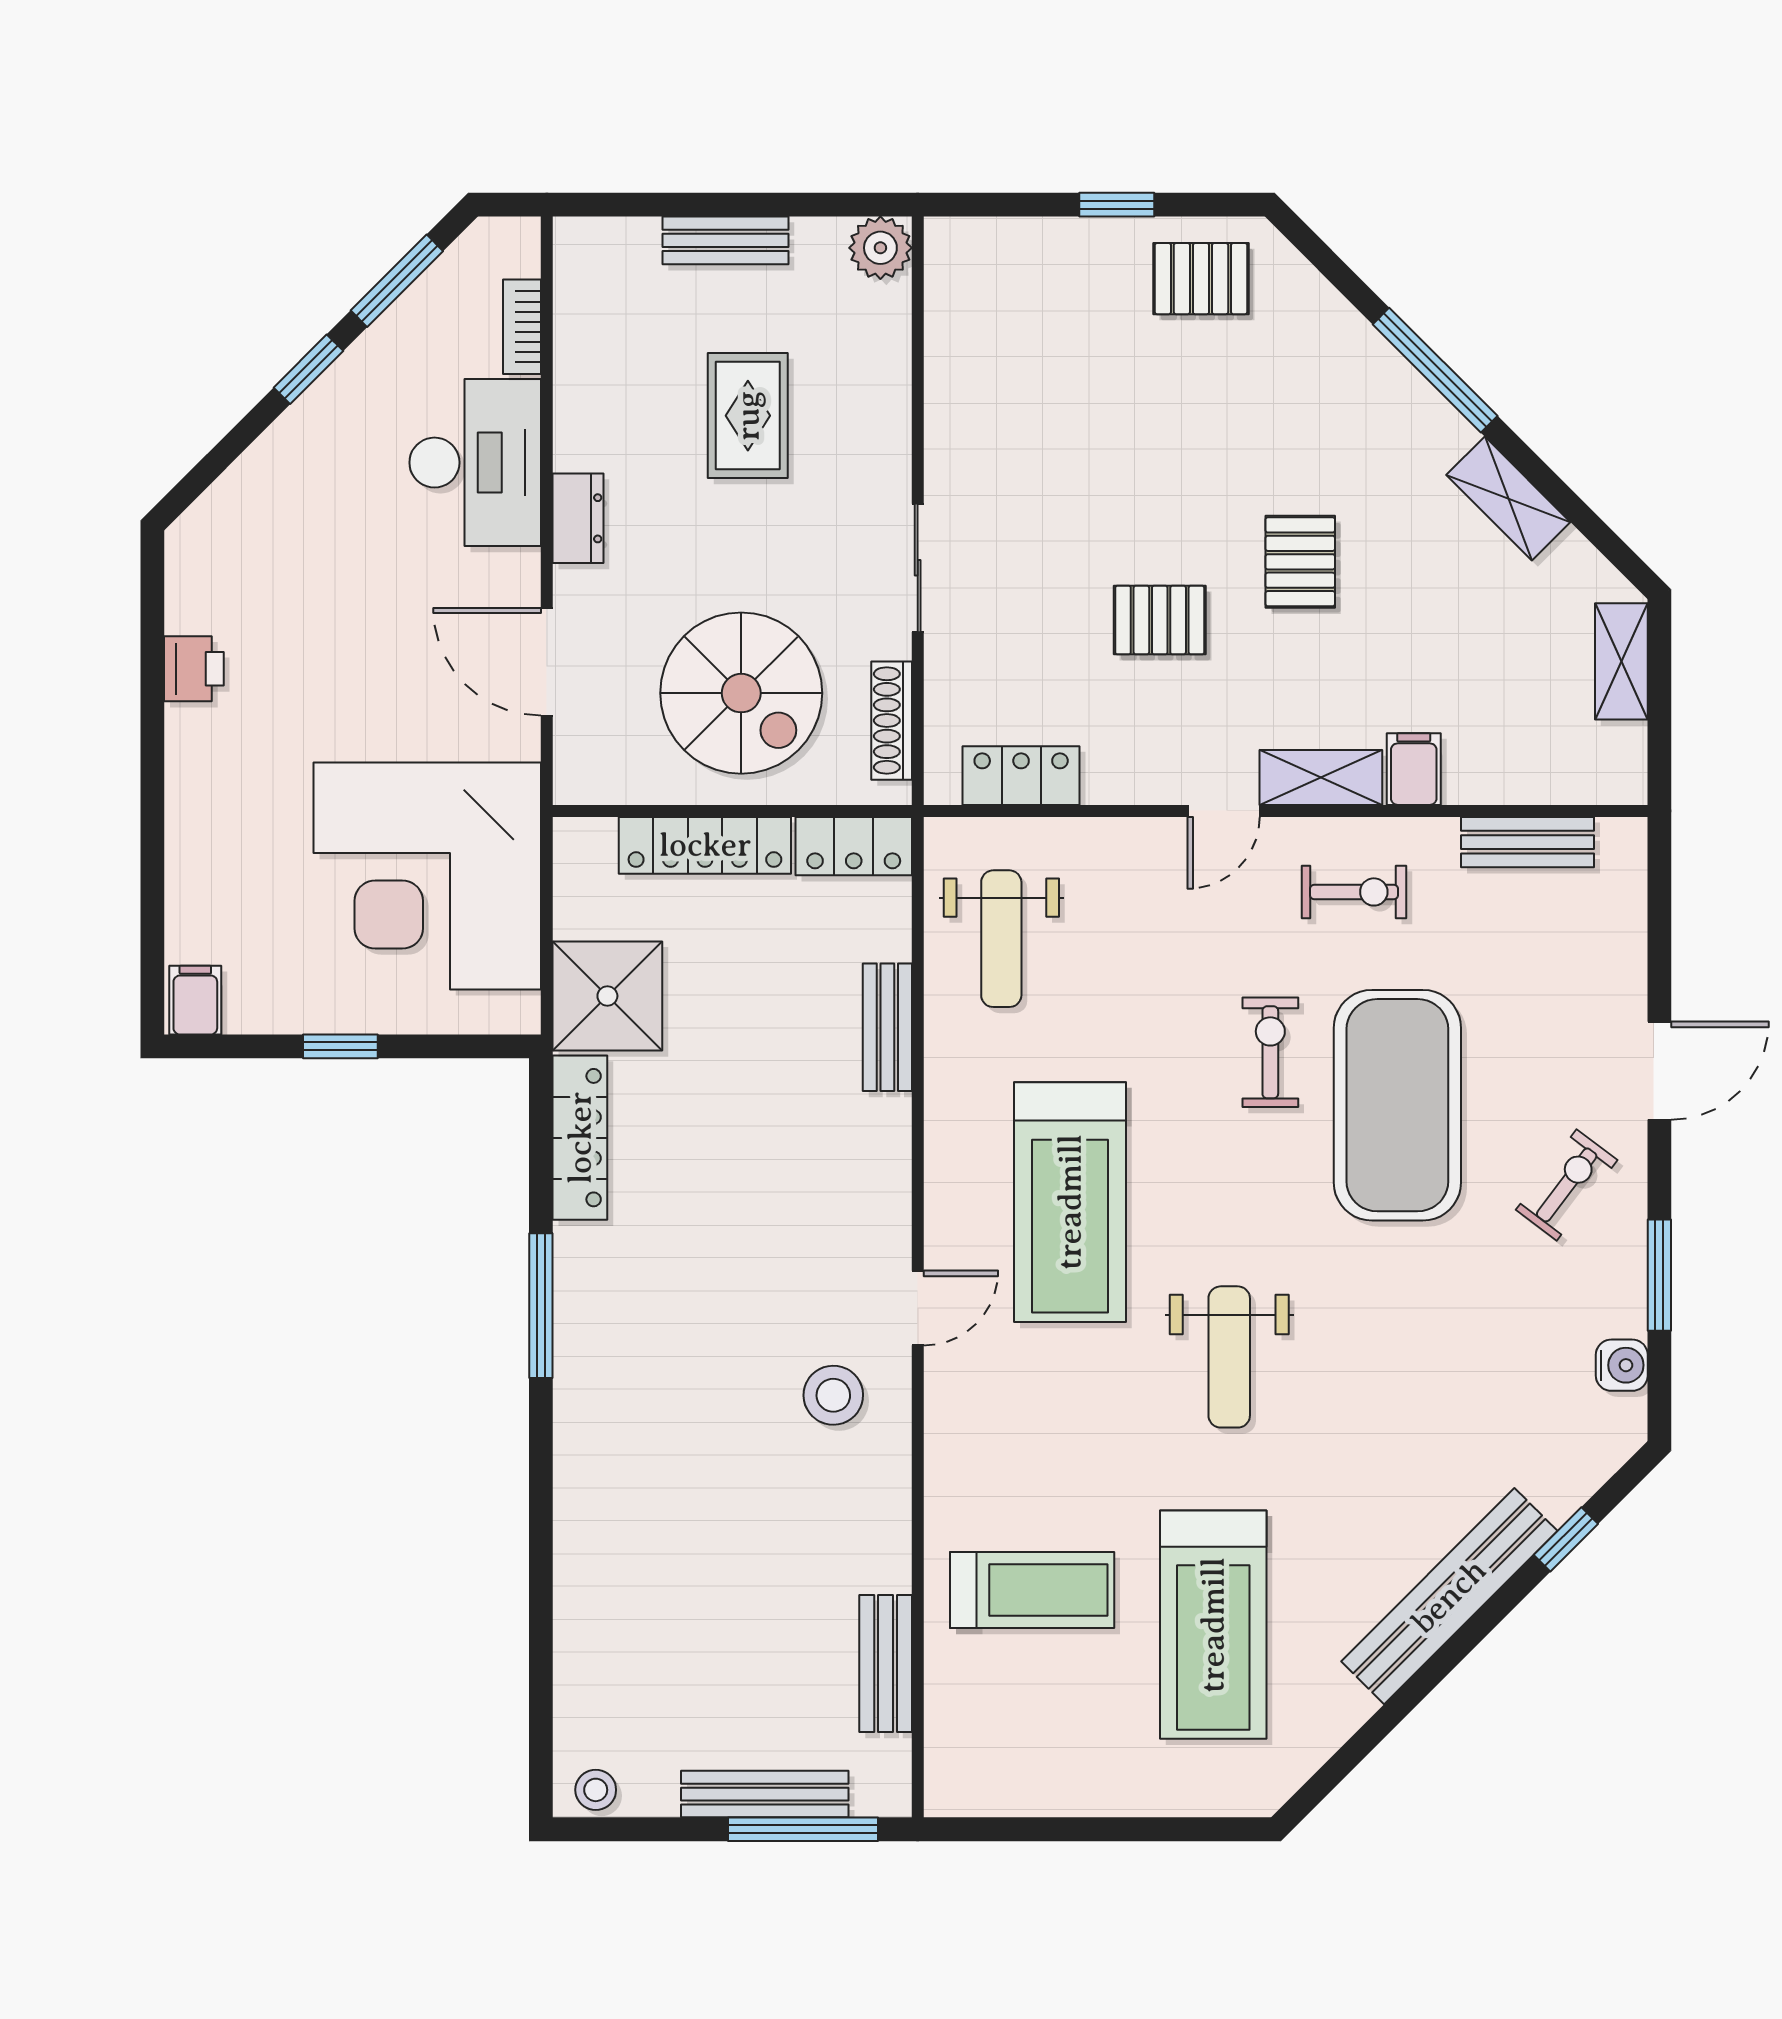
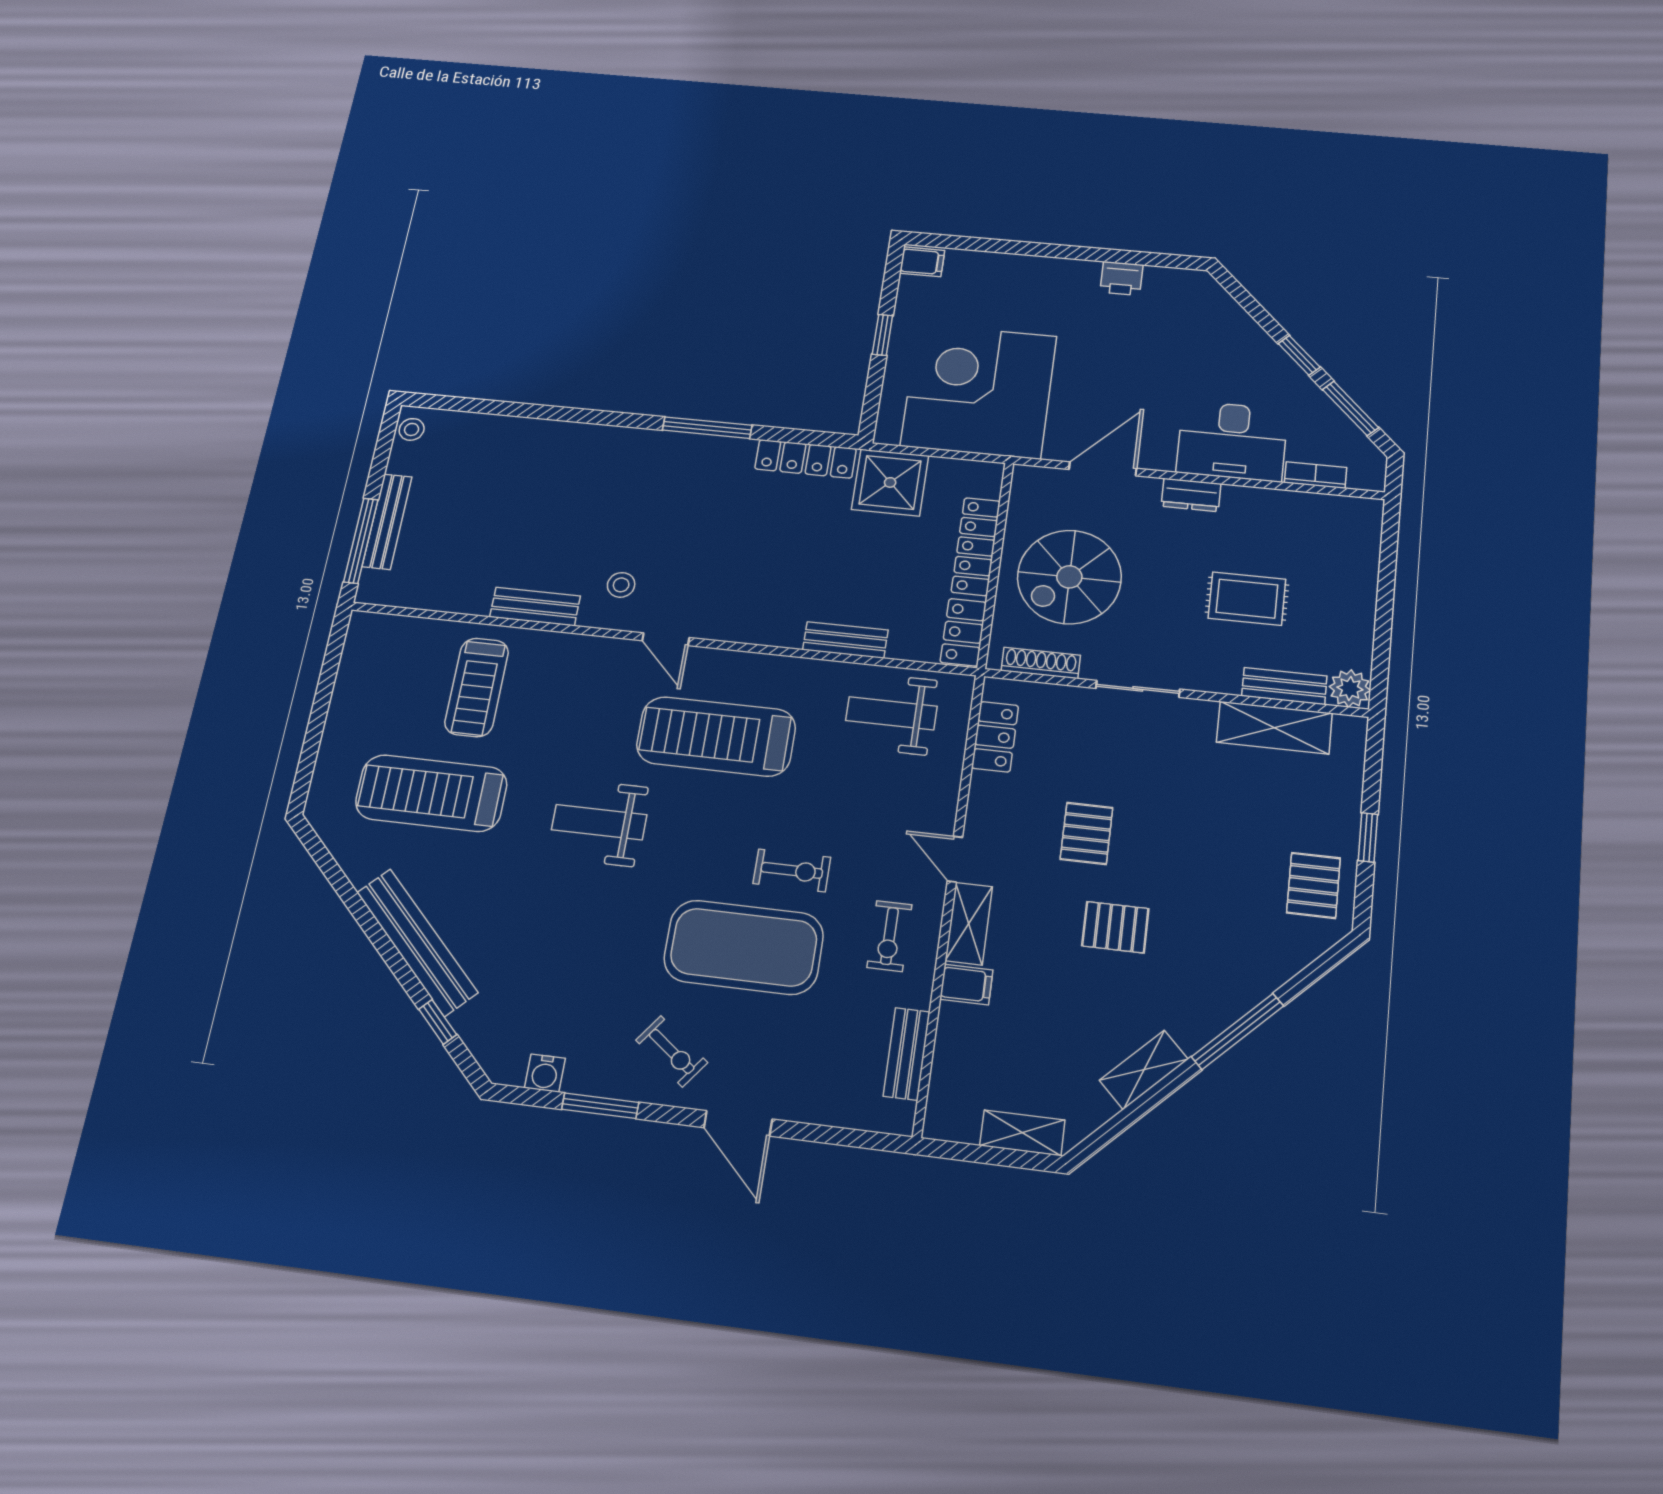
bench: (725, 240) -> (1284, 686), moved, turned 90
shelving: (957, 356) -> (1274, 728), added
stool: (833, 1395) -> (621, 585), width x0.73, depth x0.73
bench: (886, 1663) -> (535, 607), moved

